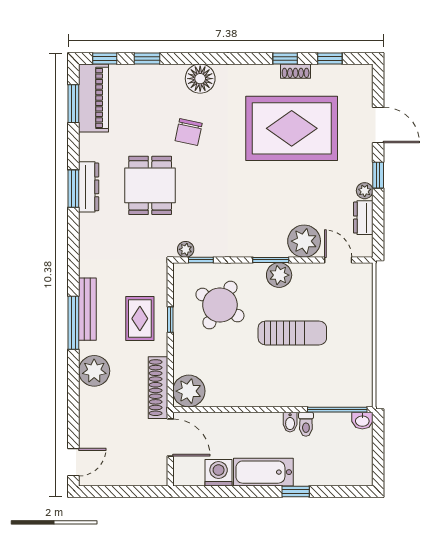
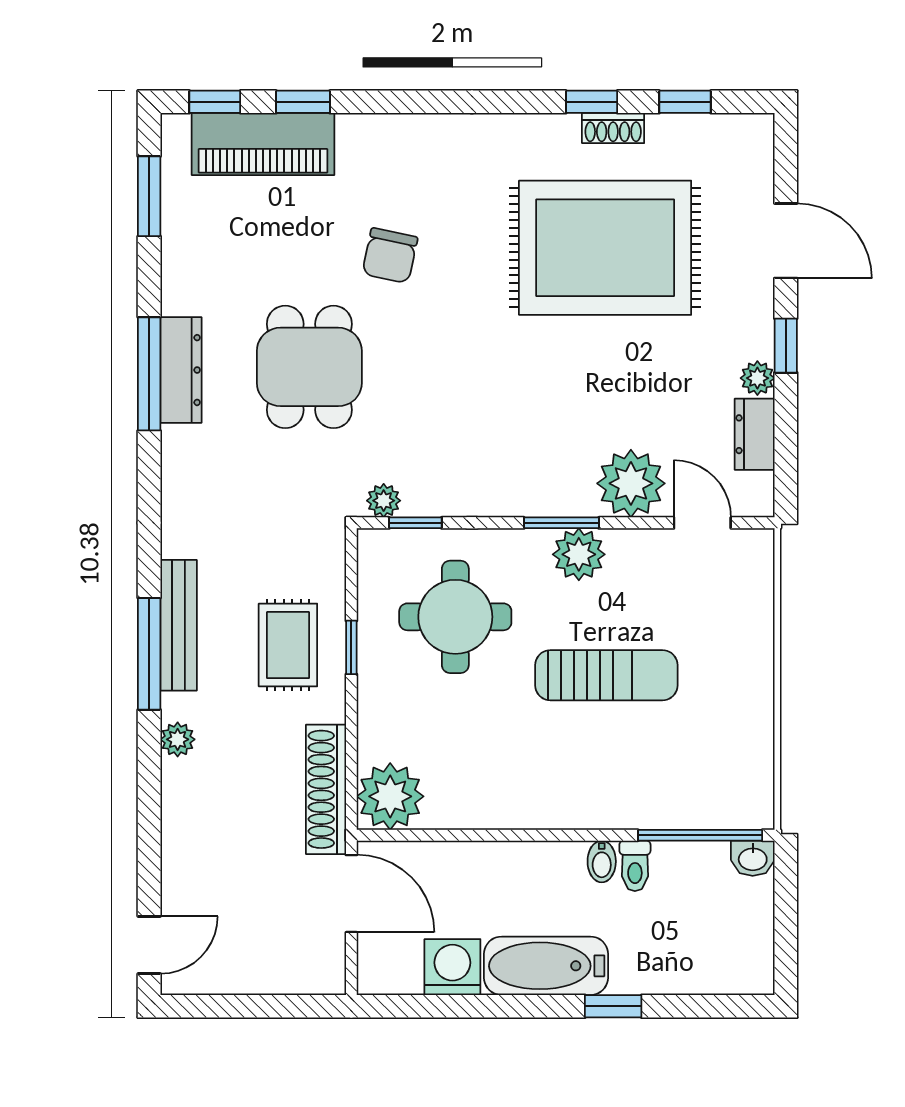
floor lamp: (200, 79) -> (414, 144), removed
piano: (94, 98) -> (263, 144), moved, turned 90
window: (73, 189) -> (149, 374), width x1.44
round table: (220, 305) -> (455, 617), turned -31
plant: (94, 371) -> (178, 739), width x0.53, depth x0.53

